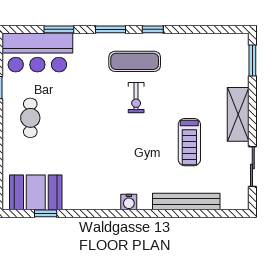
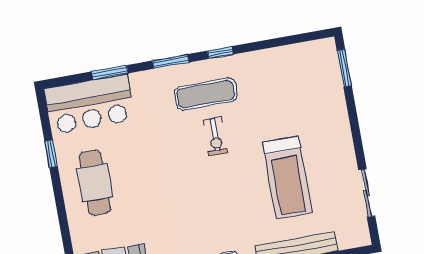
shelving: (238, 114) -> (339, 135), removed
cafe table: (30, 118) -> (95, 183), width x1.37, depth x1.35
treadmill: (189, 142) -> (287, 178), width x1.37, depth x1.38

